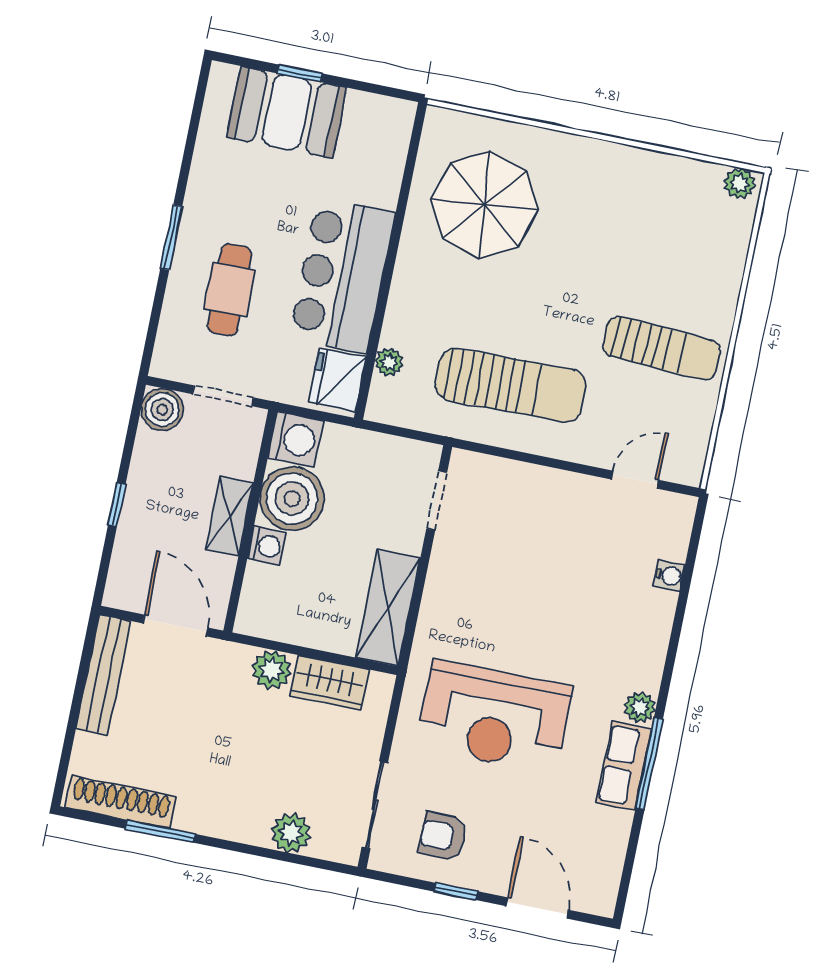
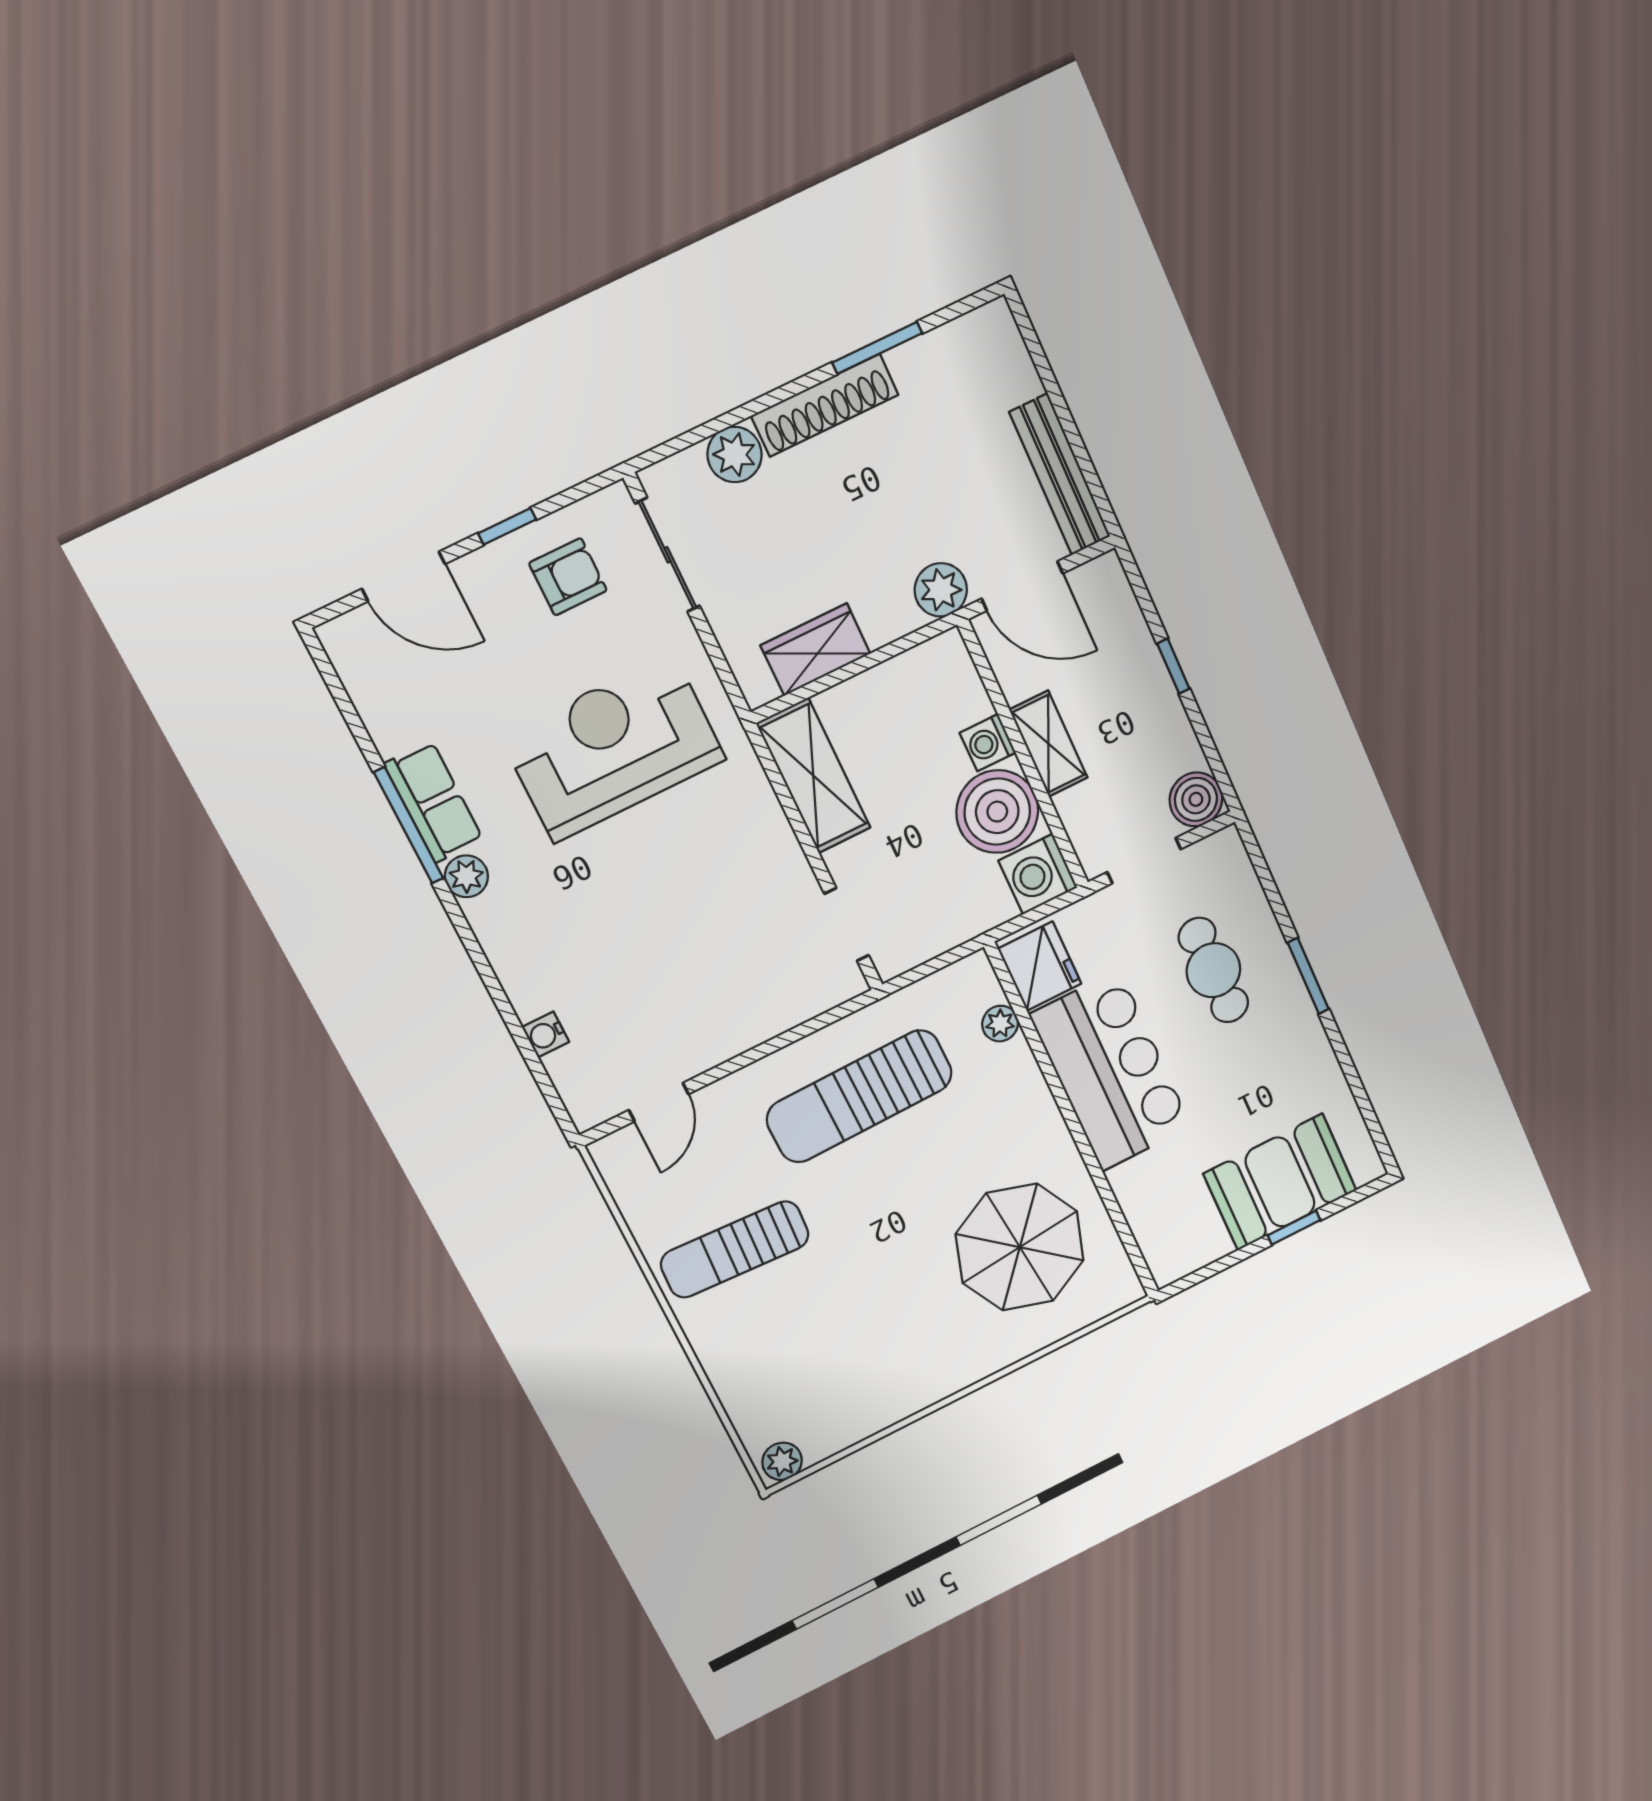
plant: (272, 670) -> (941, 590), moved
shoe rack: (121, 802) -> (825, 405), moved

